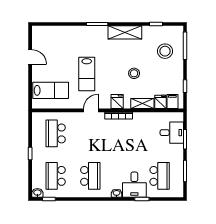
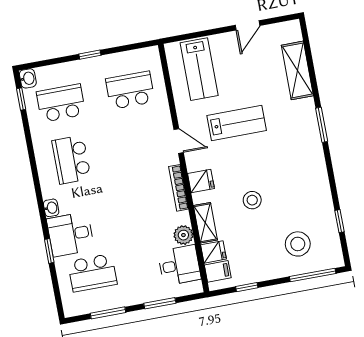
shelving: (125, 32) -> (297, 70), moved
lab bench: (87, 74) -> (237, 123), turned 180
plant: (147, 118) -> (183, 235), added
desk: (172, 133) -> (179, 265), moved, turned -90
school desk: (90, 176) -> (71, 160), turned 90

